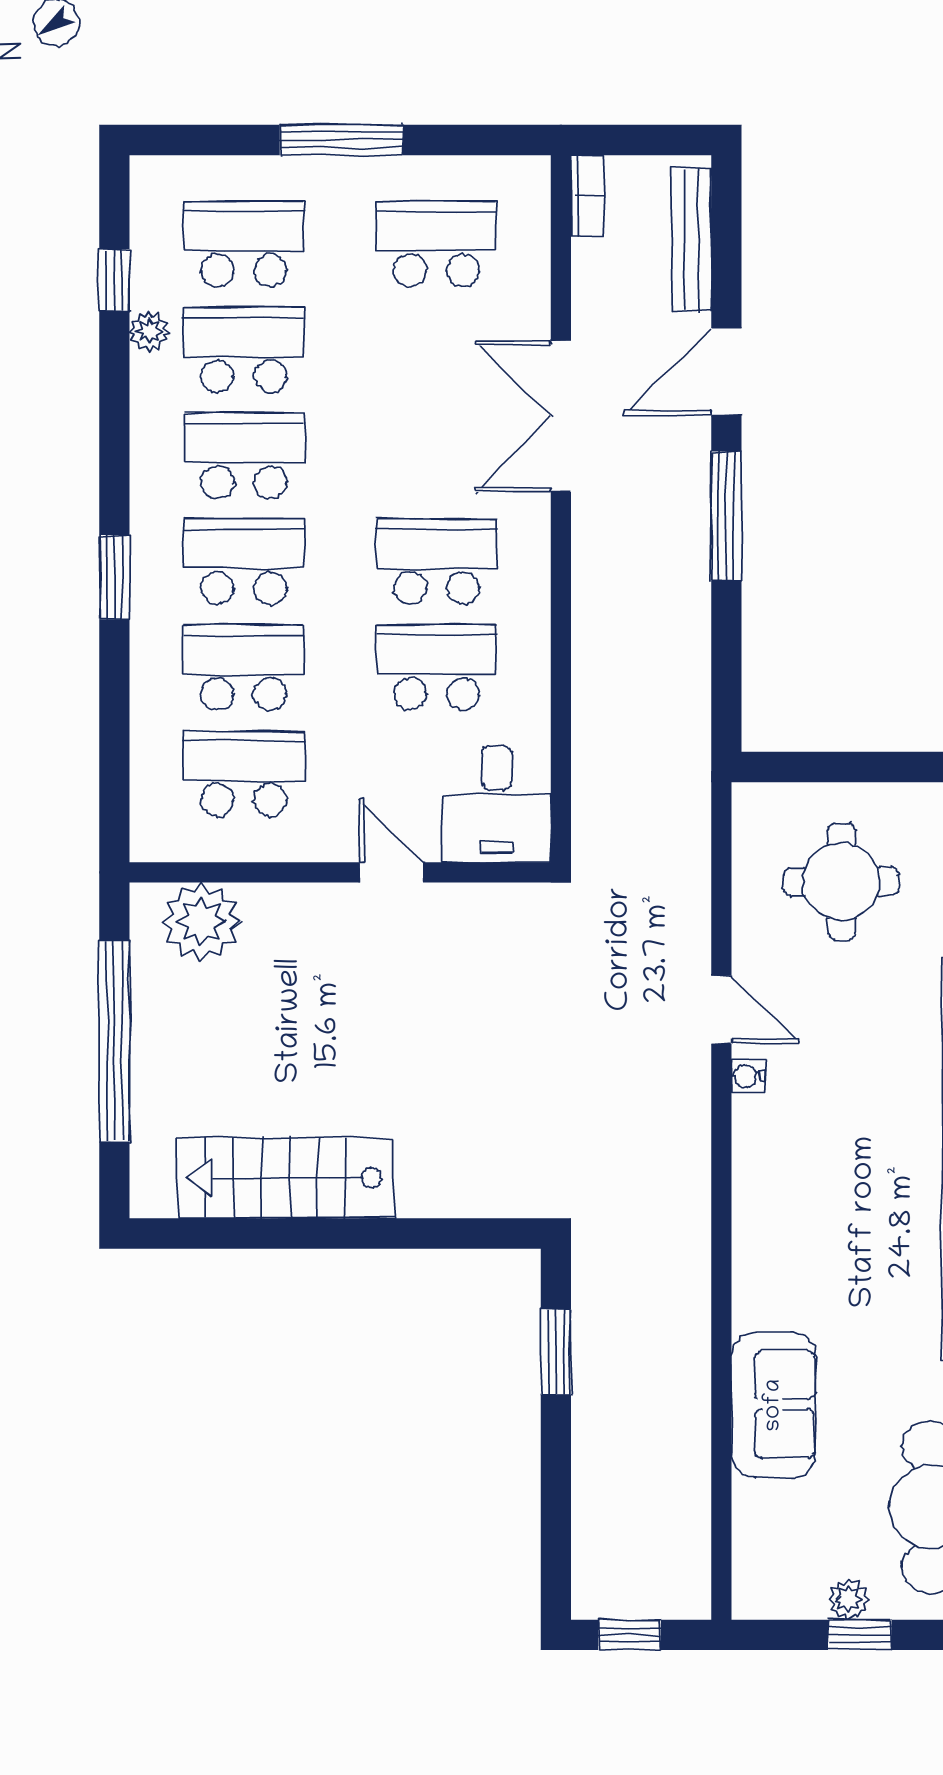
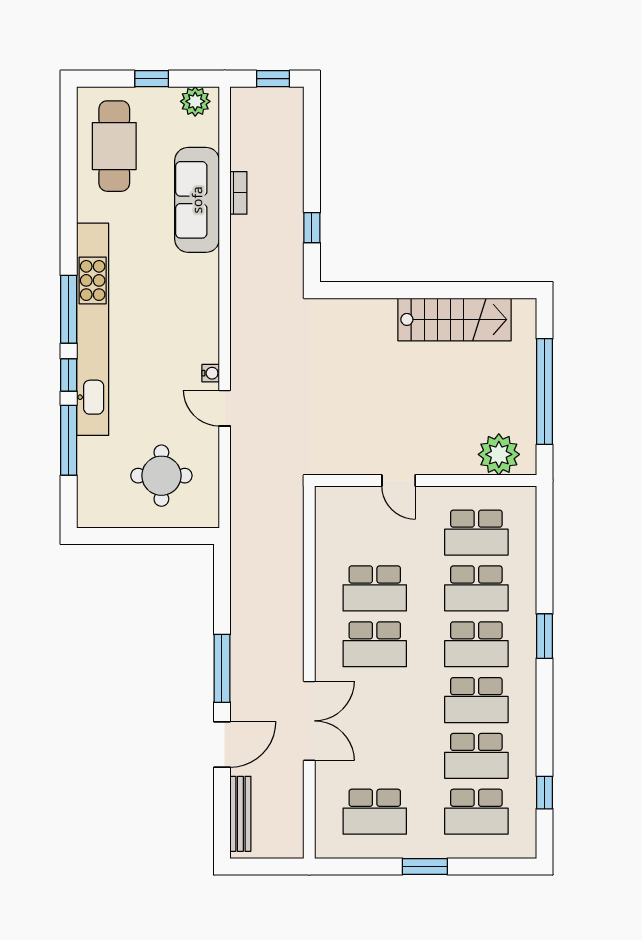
window: (341, 140) -> (425, 866), width x0.69
bookcase: (587, 195) -> (238, 193), moved, turned 180
plant: (149, 331) -> (526, 766), removed
desk: (497, 804) -> (343, 516), removed
window: (556, 1352) -> (312, 228), width x0.67
sofa: (774, 1405) -> (197, 200), width x1.36
plant: (848, 1599) -> (195, 101), moved, width x1.38, depth x1.38

